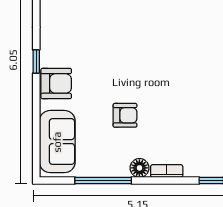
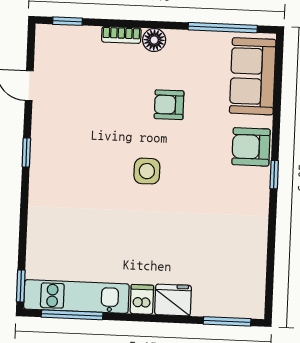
side table: (141, 60) -> (147, 171), added
window: (103, 180) -> (223, 28), moved

